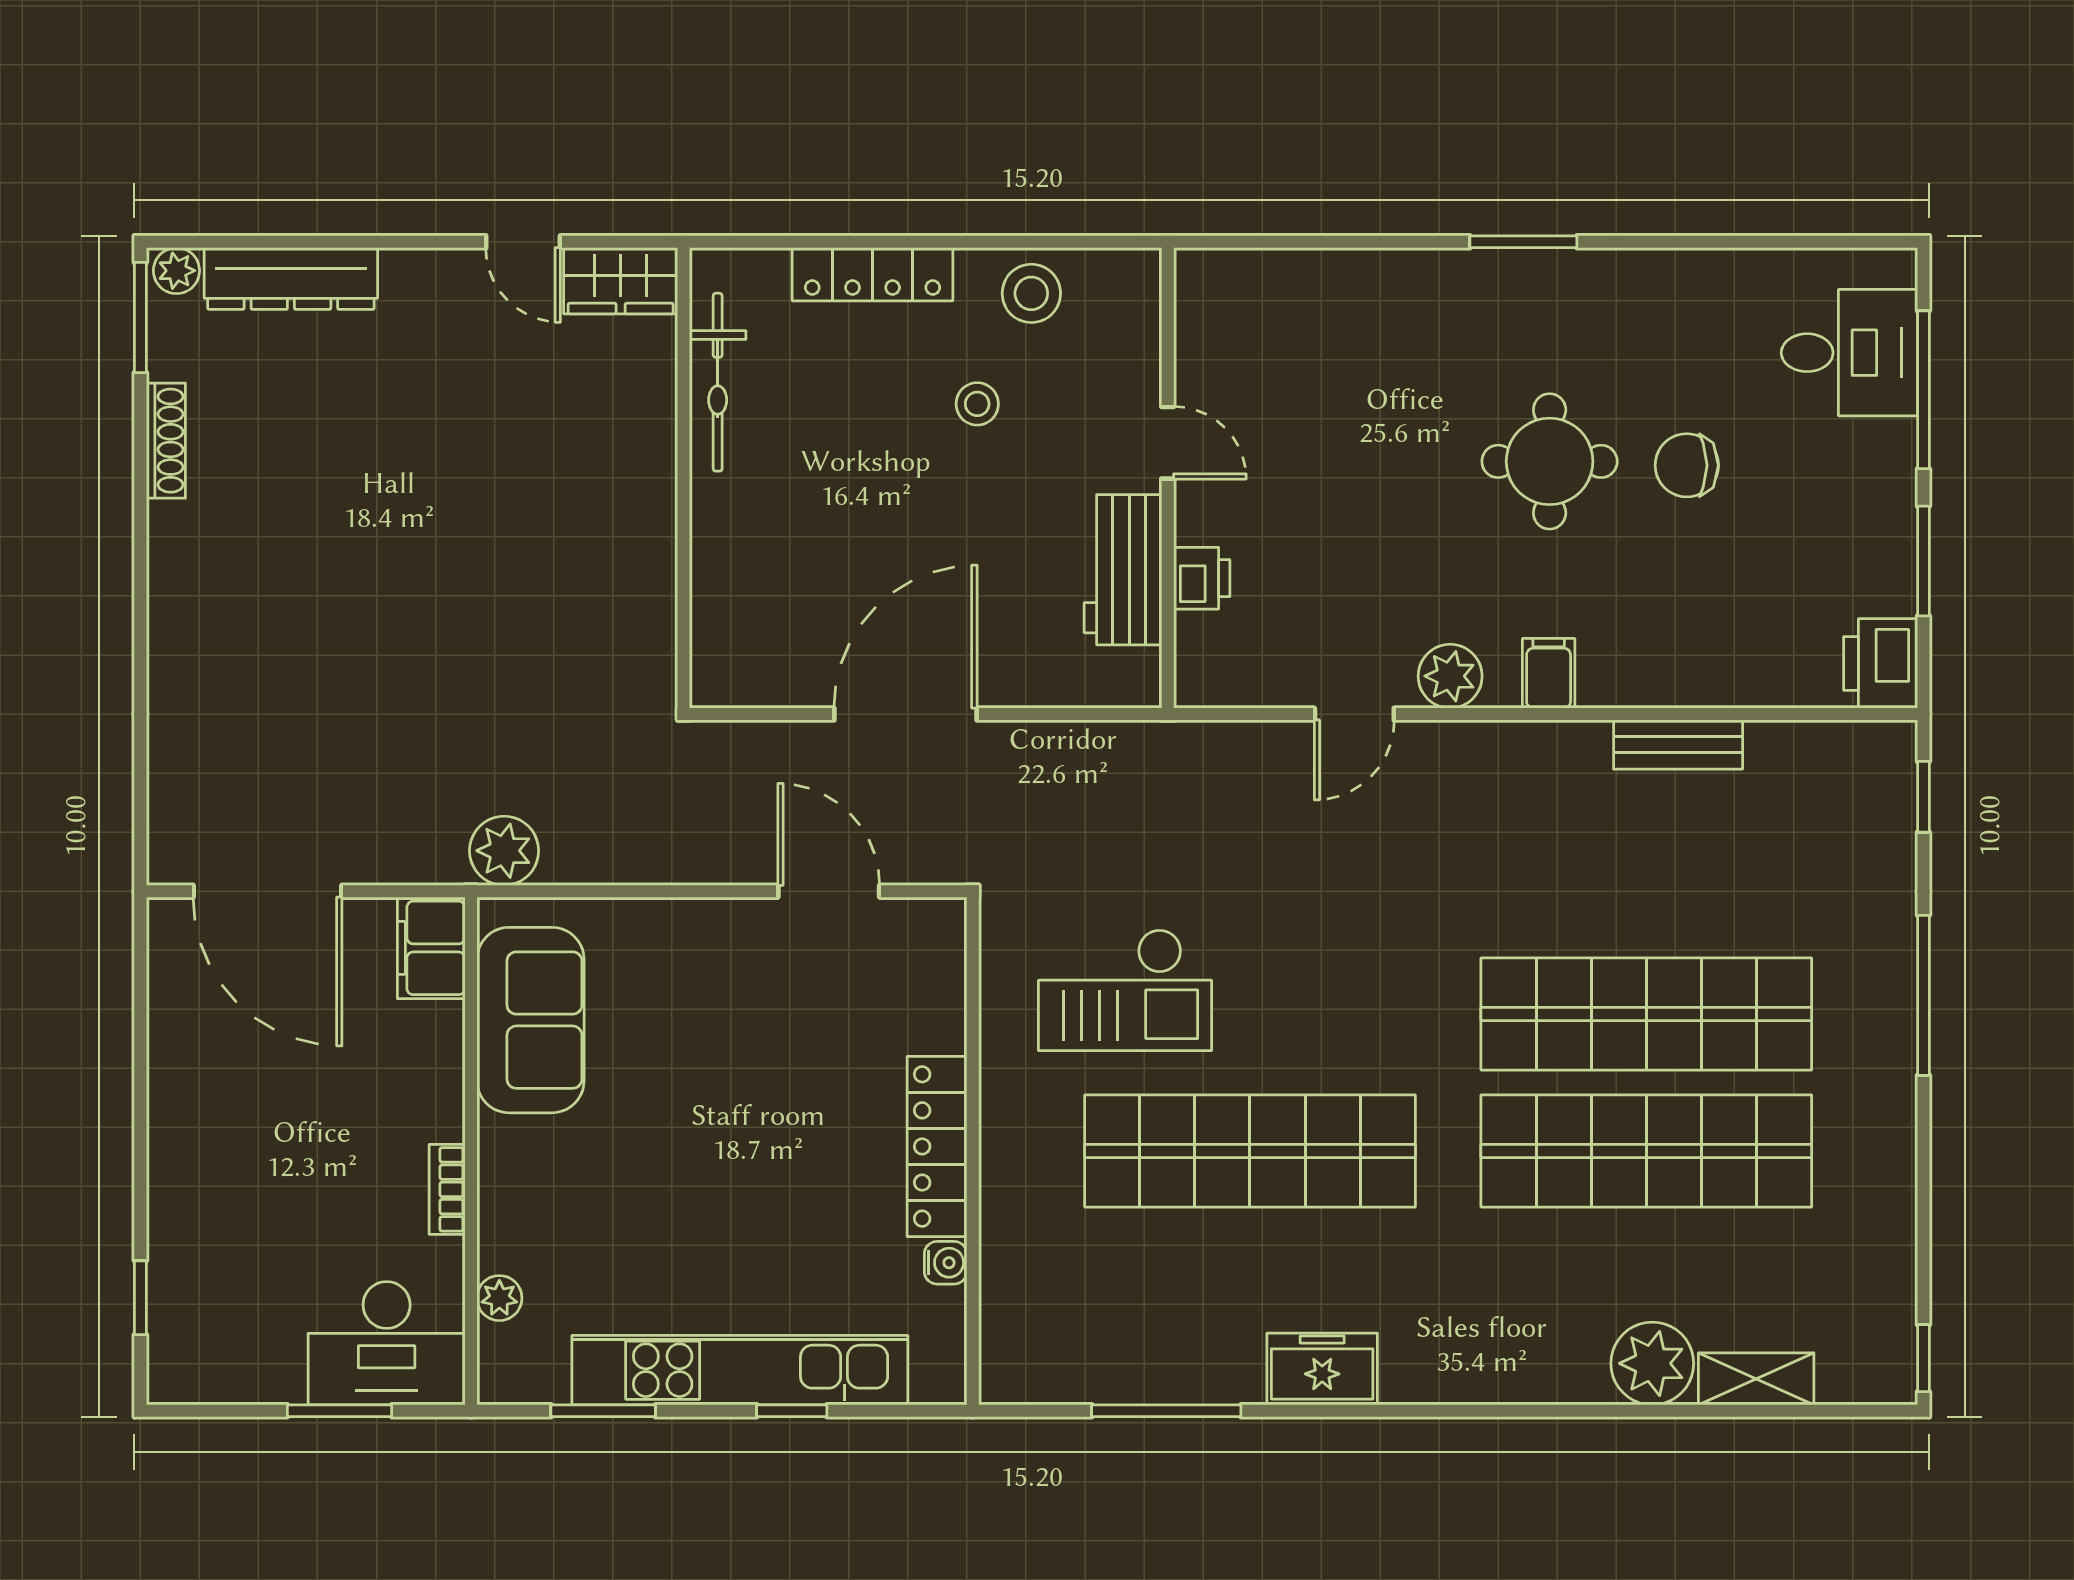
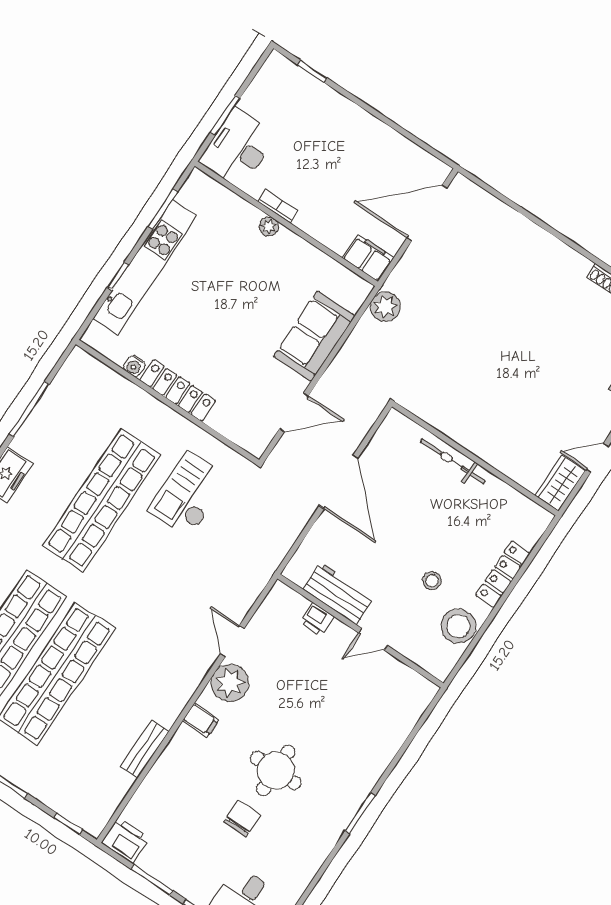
stool: (1031, 293) -> (458, 626), width x1.38, depth x1.38
bicycle: (718, 382) -> (453, 461), moved
plant: (1450, 676) -> (230, 683), width x1.36, depth x1.36
sofa: (531, 1020) -> (314, 336), moved, turned 90
plant: (499, 1298) -> (269, 227), moved

